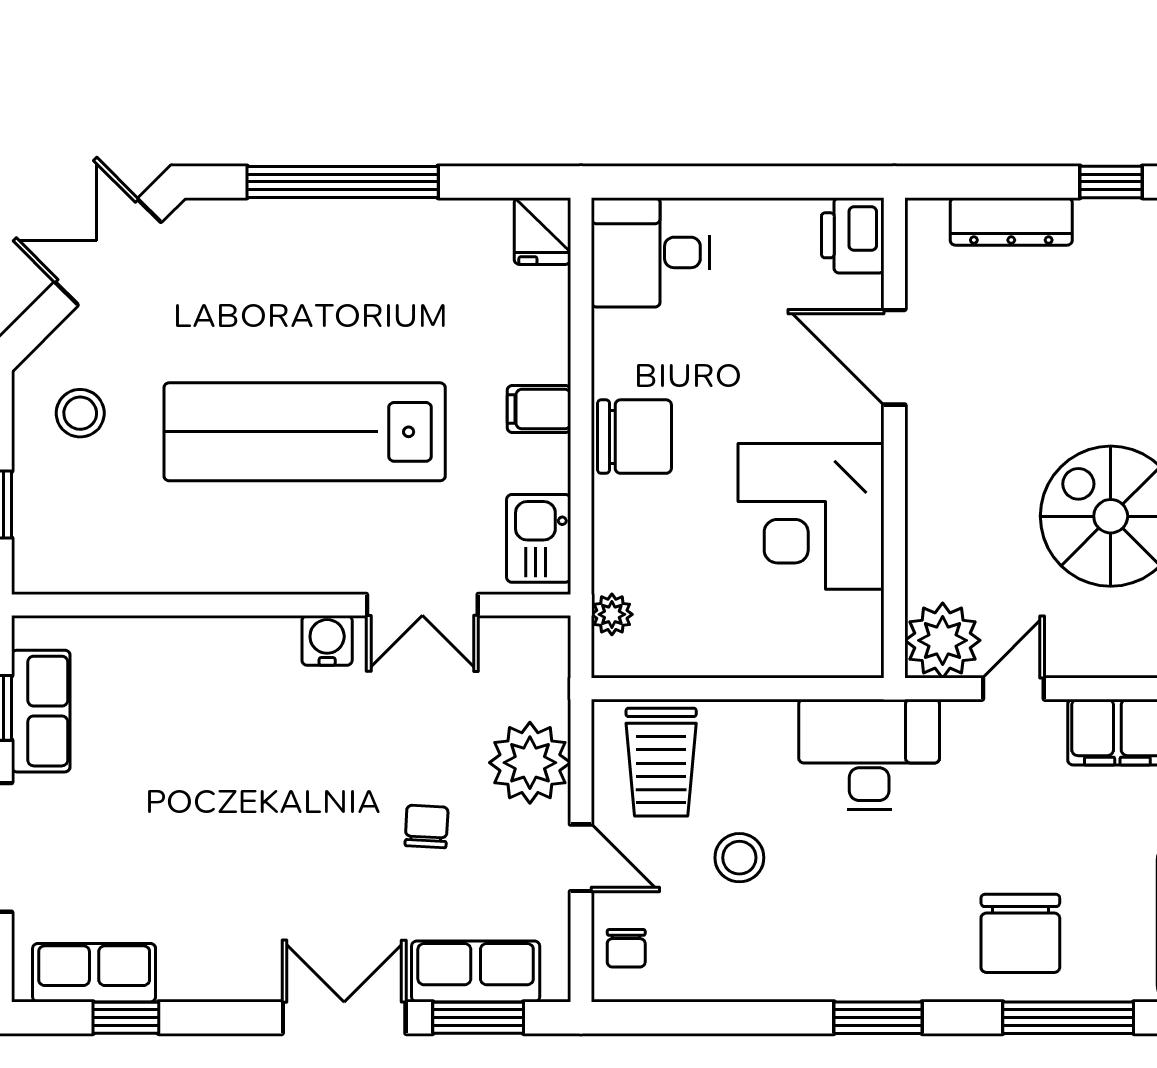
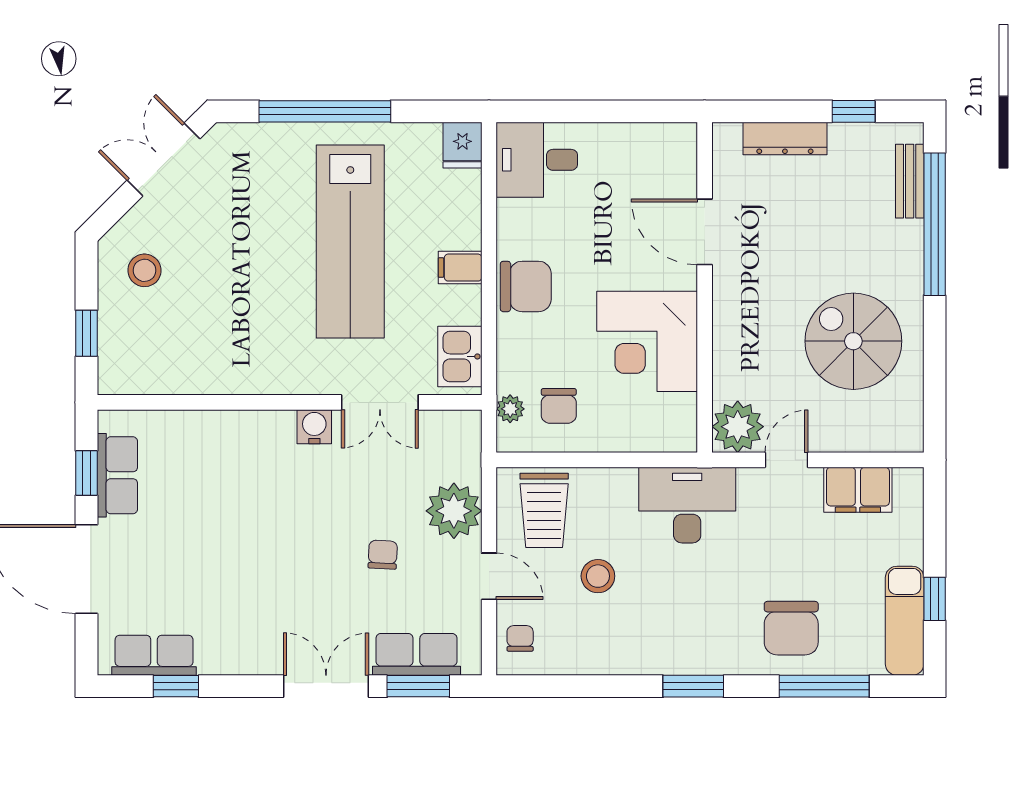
printer: (853, 235) -> (676, 148), removed
lab bench: (305, 432) -> (350, 242), moved, turned -90
chair: (682, 610) -> (559, 406), added
chair: (626, 948) -> (520, 638), turned 180

